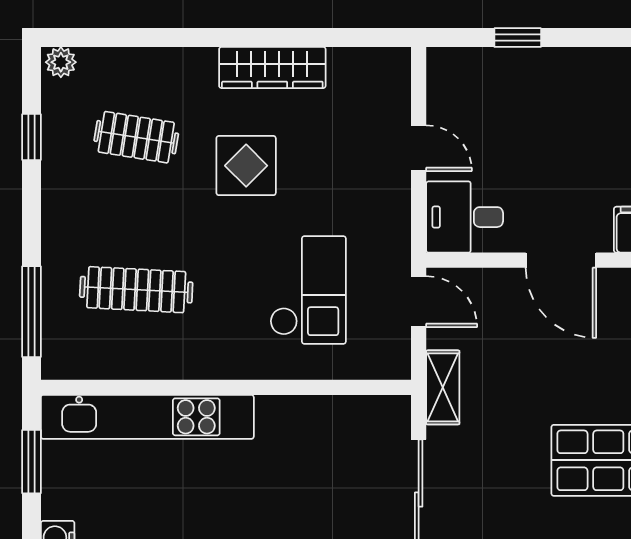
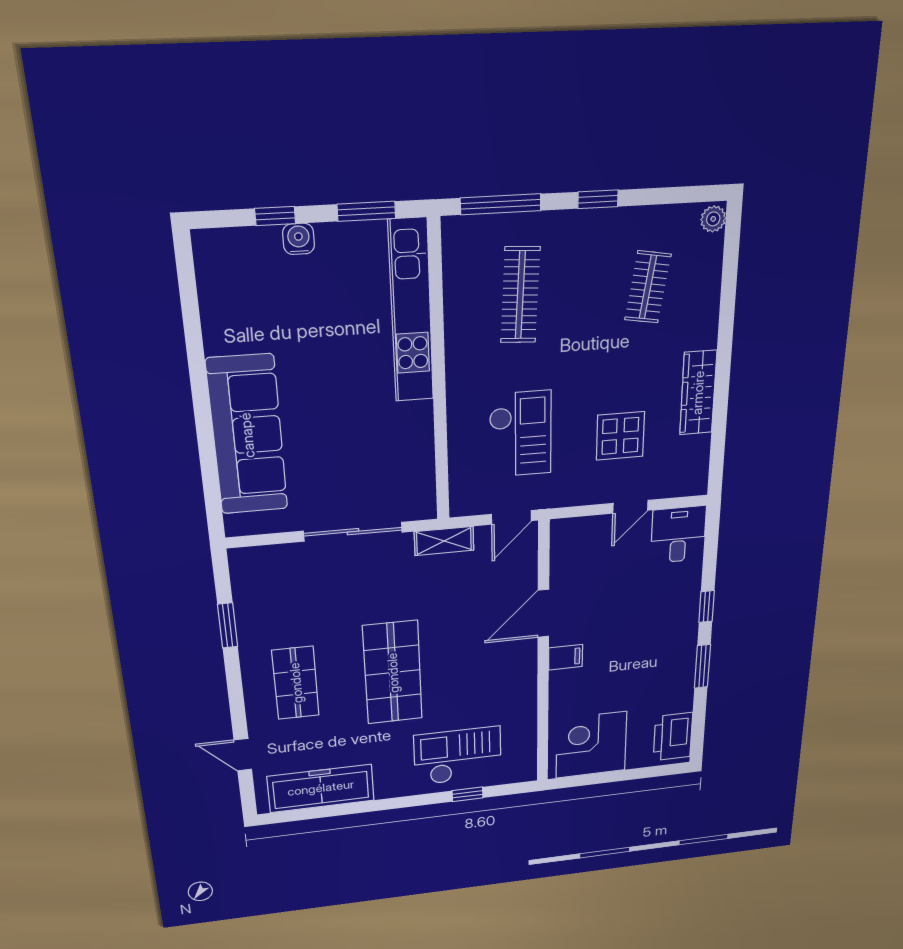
window: (518, 38) -> (707, 607), moved
window: (31, 137) -> (598, 199), moved
display table: (246, 166) -> (620, 436), moved
desk: (465, 217) -> (678, 535), moved
checkout: (308, 290) -> (520, 434), turned -90

